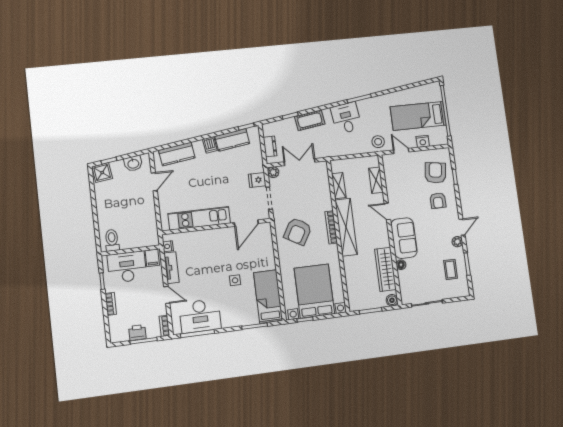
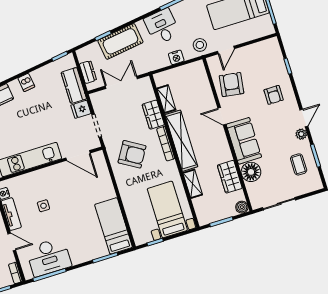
cot: (310, 120) -> (120, 41), width x1.37, depth x1.34
kitchen counter: (232, 140) -> (74, 86), moved, turned 98
nightstand: (423, 141) -> (176, 57), moved
door: (401, 151) -> (226, 50), swing flipped
plant: (273, 172) -> (96, 98), removed
armchair: (435, 173) -> (231, 85), moved
shelving: (376, 180) -> (193, 184), moved
wardrobe: (324, 198) -> (153, 115), added
door: (246, 223) -> (78, 155), hinge flipped
armchair: (298, 231) -> (132, 154), turned -89
floor lamp: (401, 265) -> (251, 172), width x1.89, depth x1.89
wardrobe: (385, 269) -> (230, 177), width x0.67
side table: (235, 280) -> (43, 206), moved
bed with nightstands: (314, 291) -> (167, 209), width x0.73

